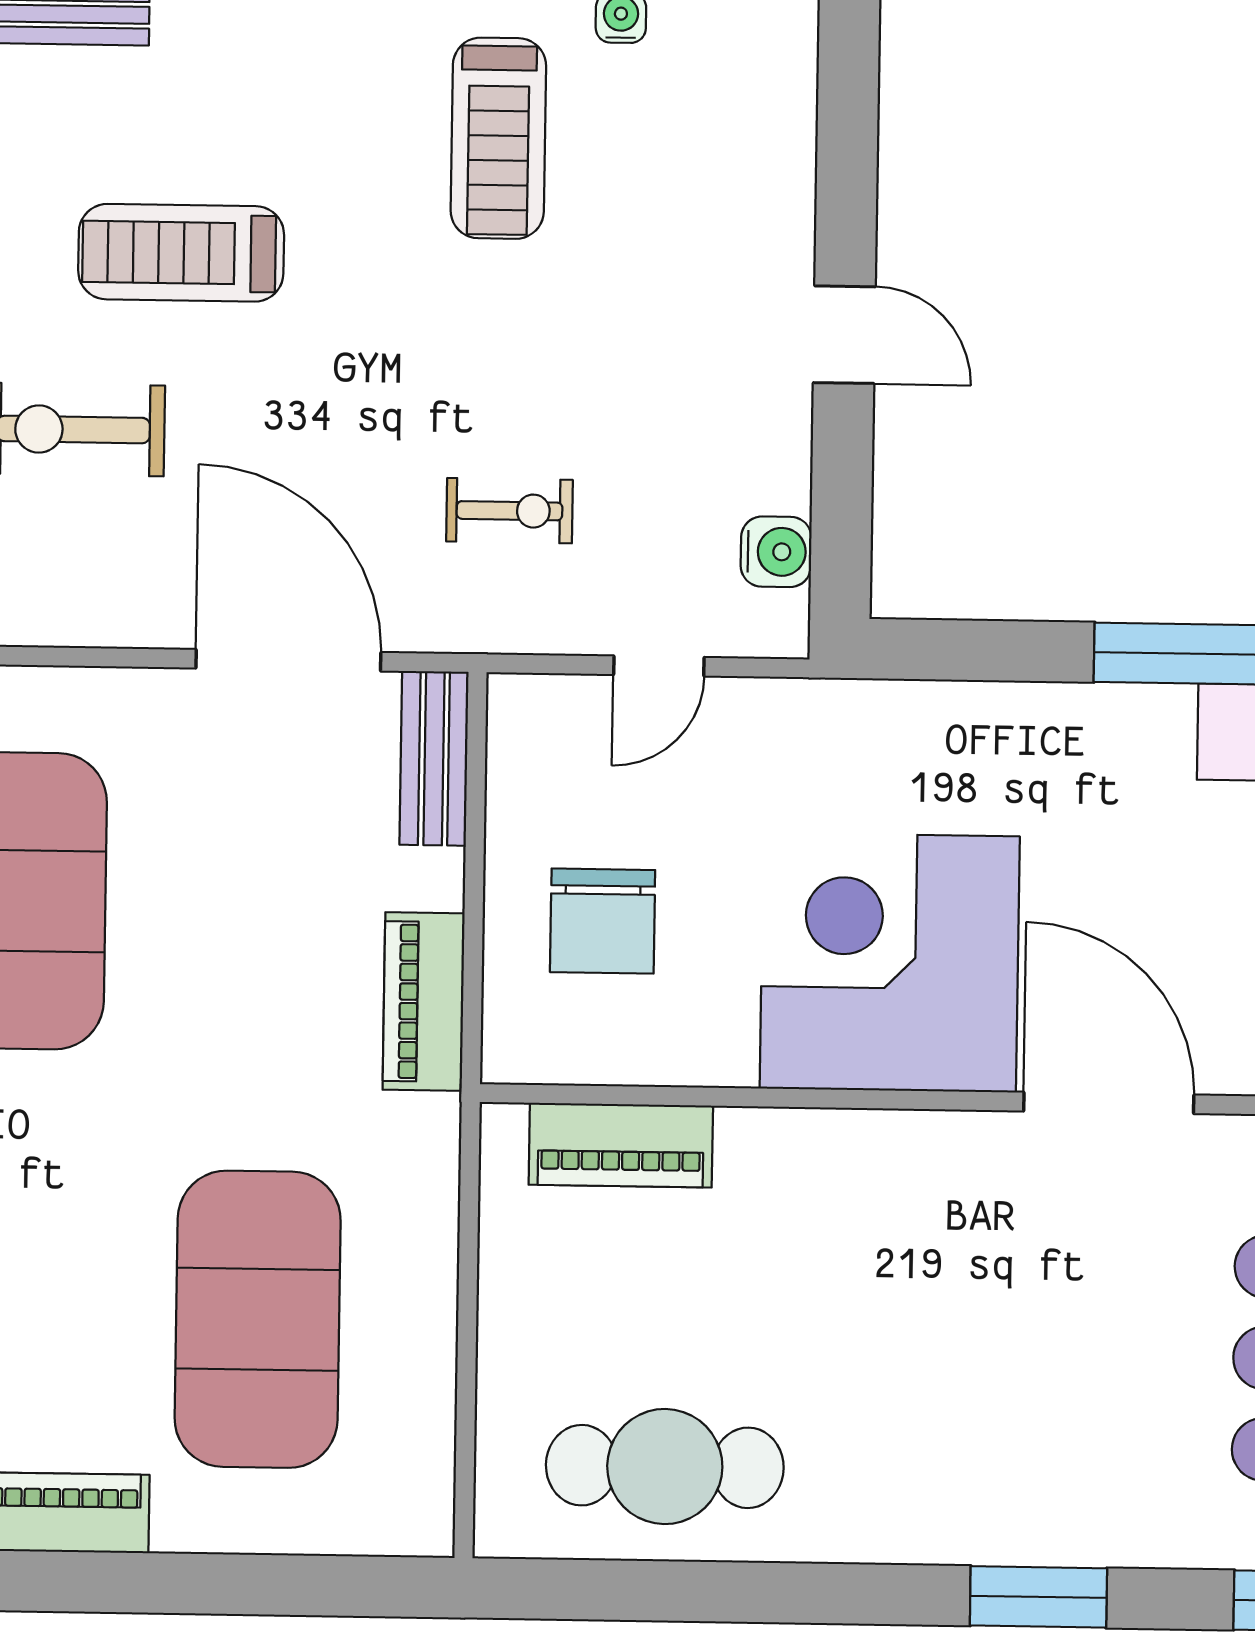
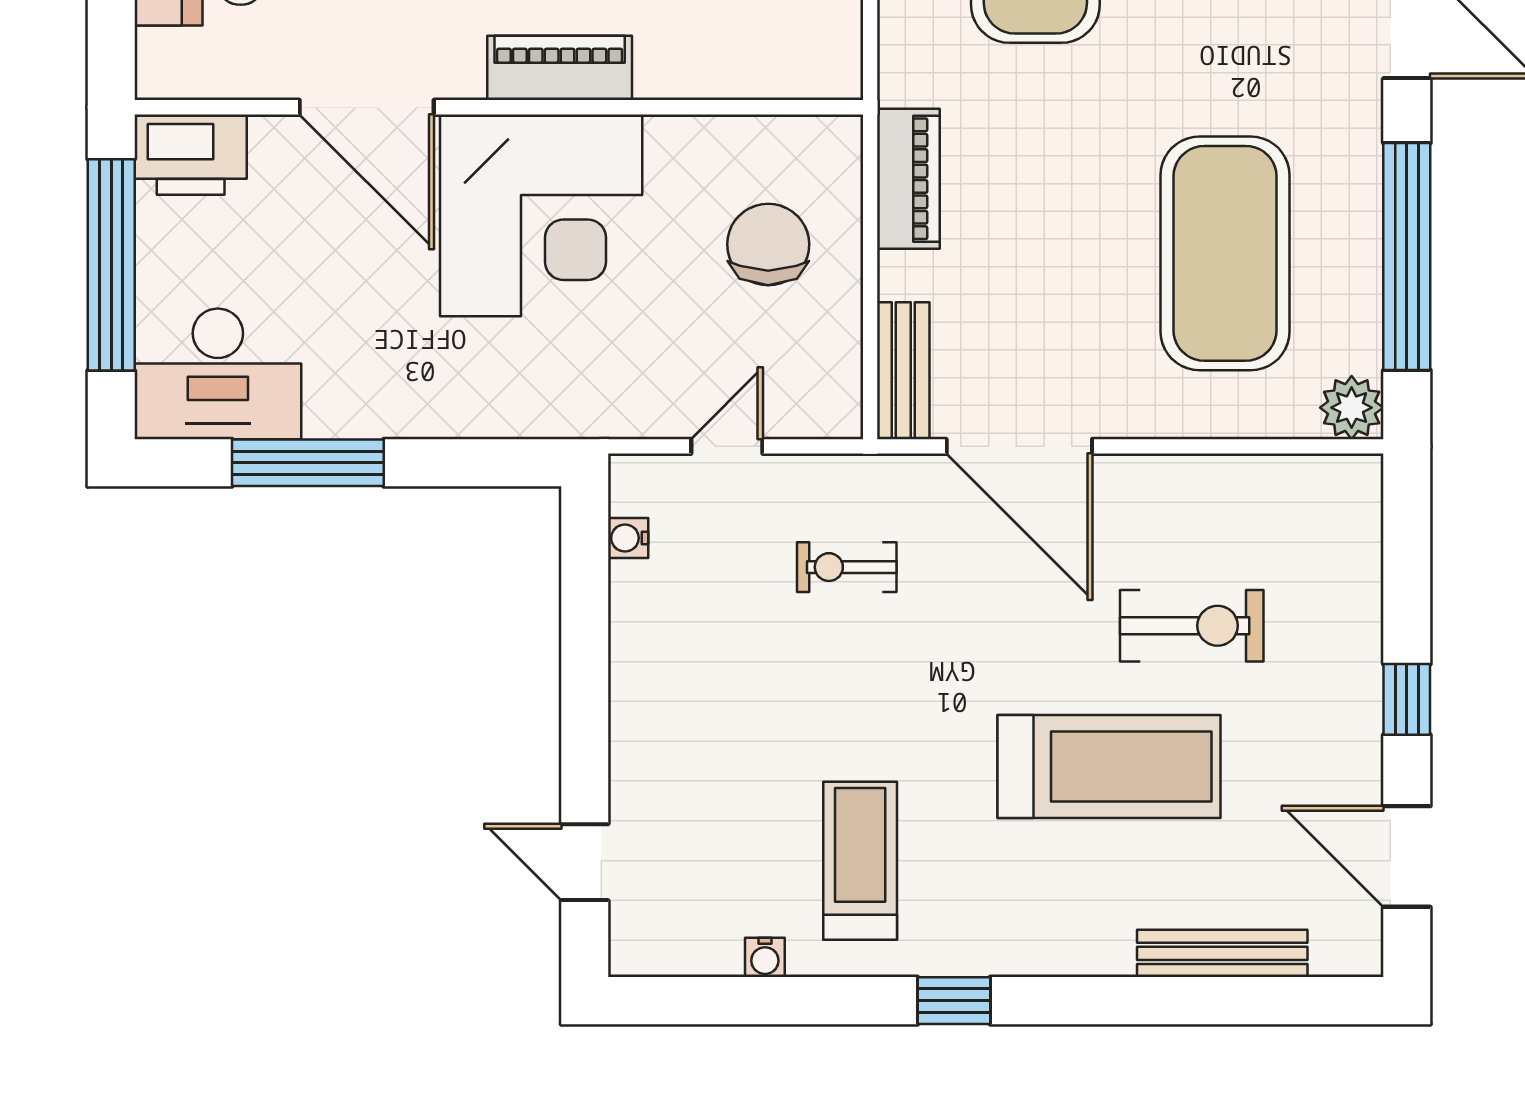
treadmill: (181, 253) -> (1109, 767), width x1.37, depth x1.38
door: (844, 335) -> (585, 862), moved
water cooler: (776, 552) -> (628, 538), width x0.72, depth x0.72
piano: (621, 1145) -> (560, 68), moved

